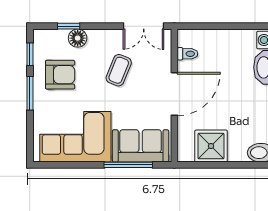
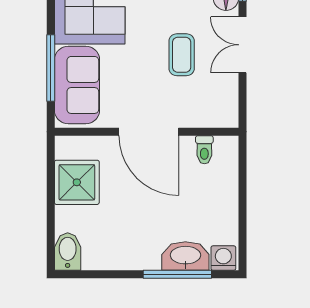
double door: (144, 26) -> (242, 45), moved
coffee table: (119, 70) -> (182, 55), turned 68

